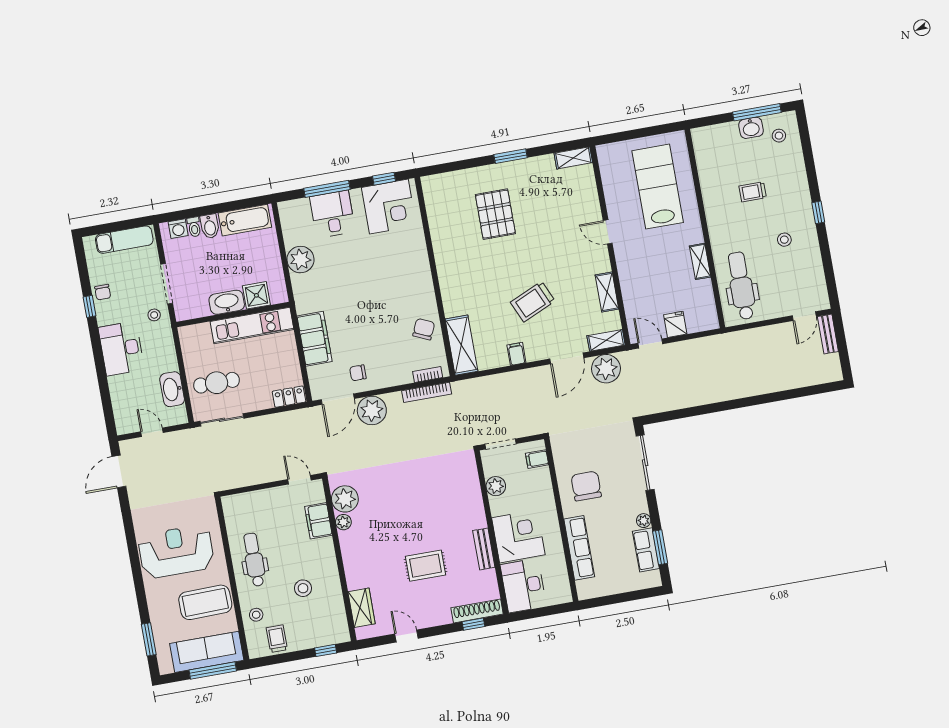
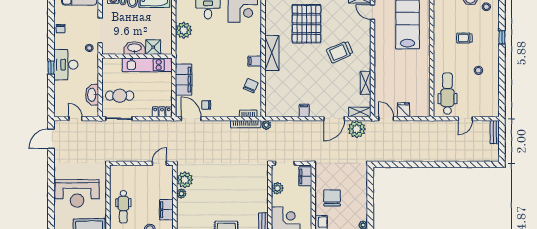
window: (818, 212) -> (502, 37), moved
pallet: (495, 214) -> (306, 24), width x1.37, depth x1.41
door: (608, 232) -> (372, 12), moved
shelving: (700, 261) -> (425, 74), removed
filing cabinet: (423, 289) -> (255, 61), added
trolley: (533, 302) -> (340, 52), moved
window: (89, 306) -> (51, 68), moved
door: (804, 316) -> (465, 119), moved
shelving: (461, 345) -> (272, 53), moved
door: (338, 399) -> (191, 119), swing flipped
plant: (372, 410) -> (266, 125), moved, width x0.53, depth x0.53
filing cabinet: (537, 459) -> (305, 176), width x2.00
sliding door: (645, 463) -> (370, 190), removed
door: (300, 480) -> (159, 163), hinge flipped
filing cabinet: (318, 521) -> (166, 210), moved
reception desk: (176, 552) -> (77, 193), turned 180
dental chair: (254, 560) -> (123, 207), turned 180

